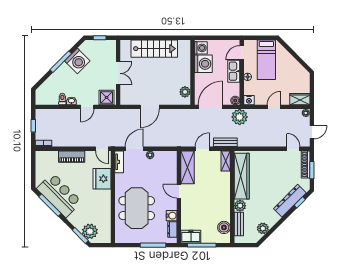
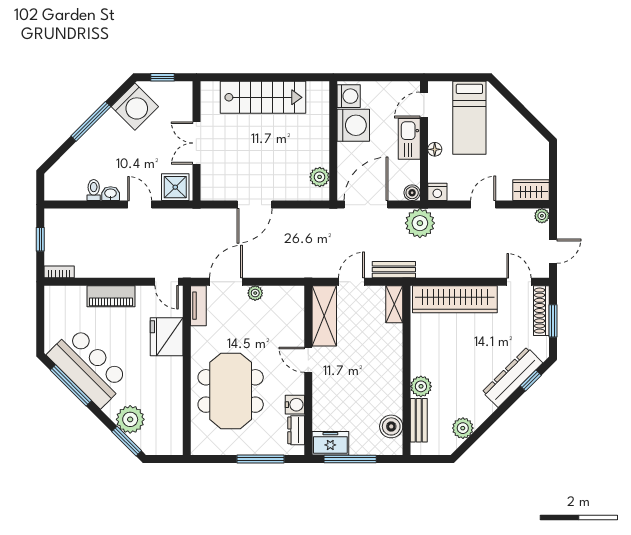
washing machine: (77, 61) -> (135, 107), moved
double door: (118, 73) -> (196, 143), swing flipped
door: (87, 107) -> (140, 205), swing flipped
wardrobe: (242, 176) -> (455, 299), moved, turned 90
plant: (90, 231) -> (130, 419), moved

